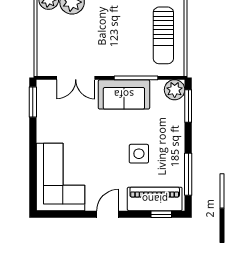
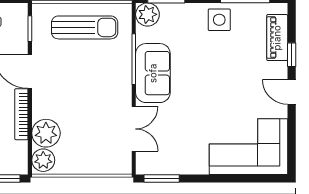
side table: (139, 154) -> (219, 20), moved
piano: (155, 199) -> (277, 38), width x0.73, depth x0.75
window: (161, 214) -> (292, 55), moved

